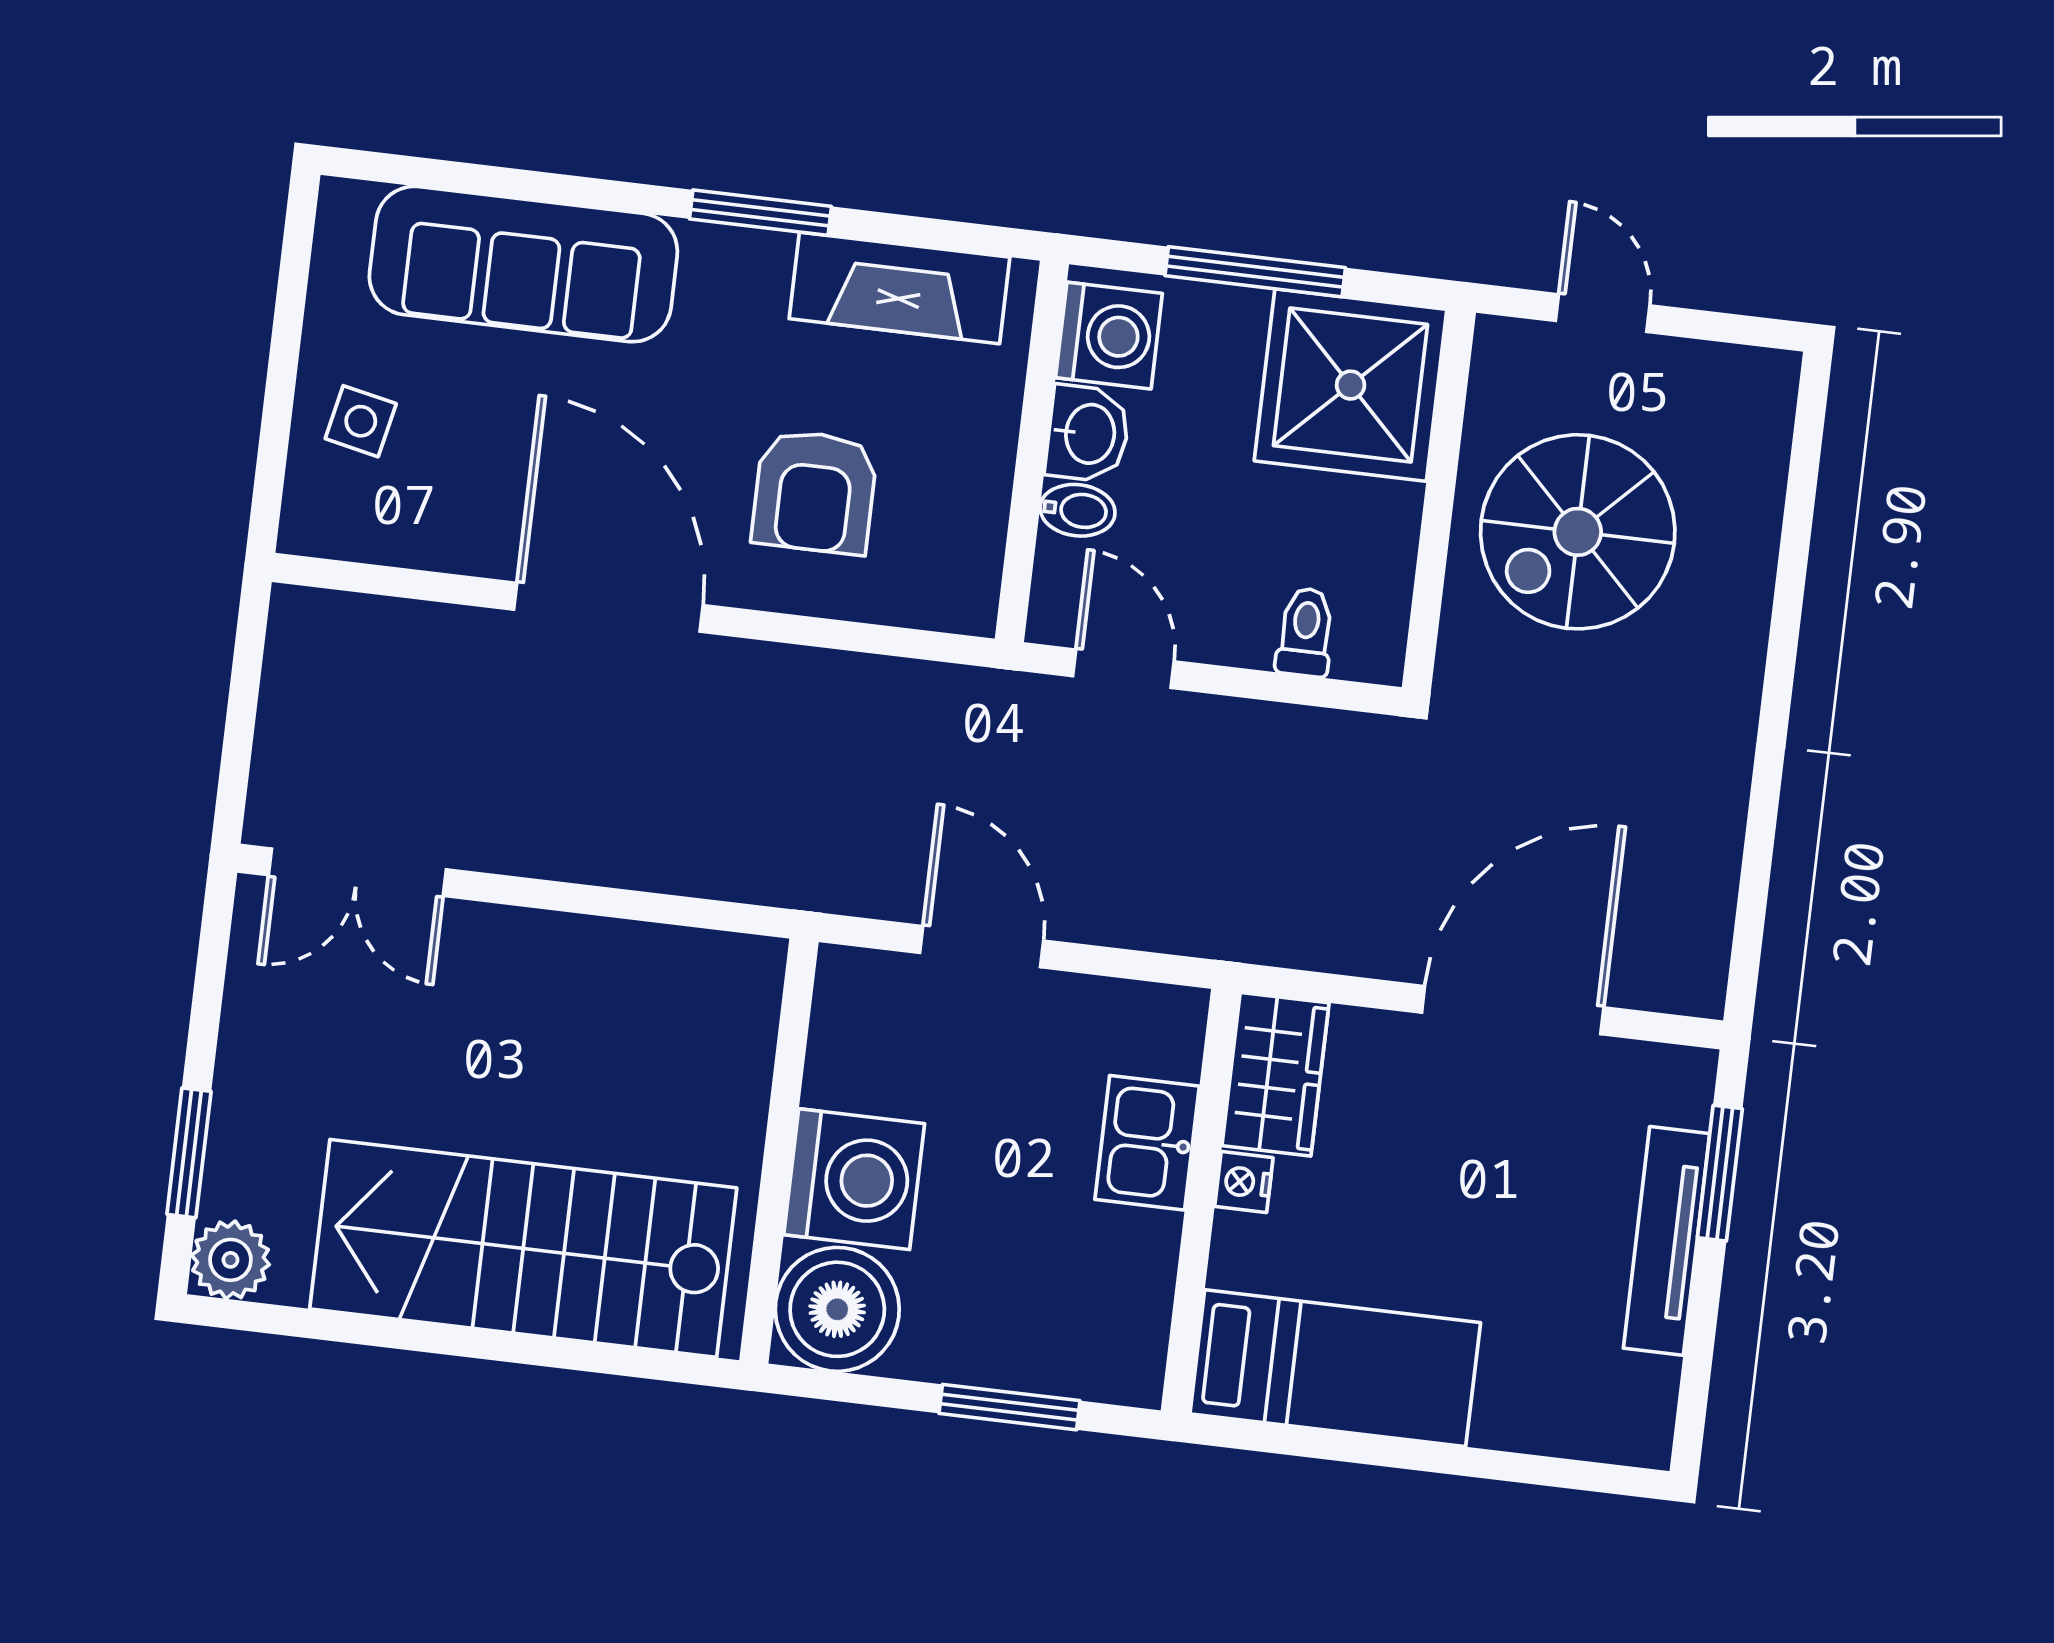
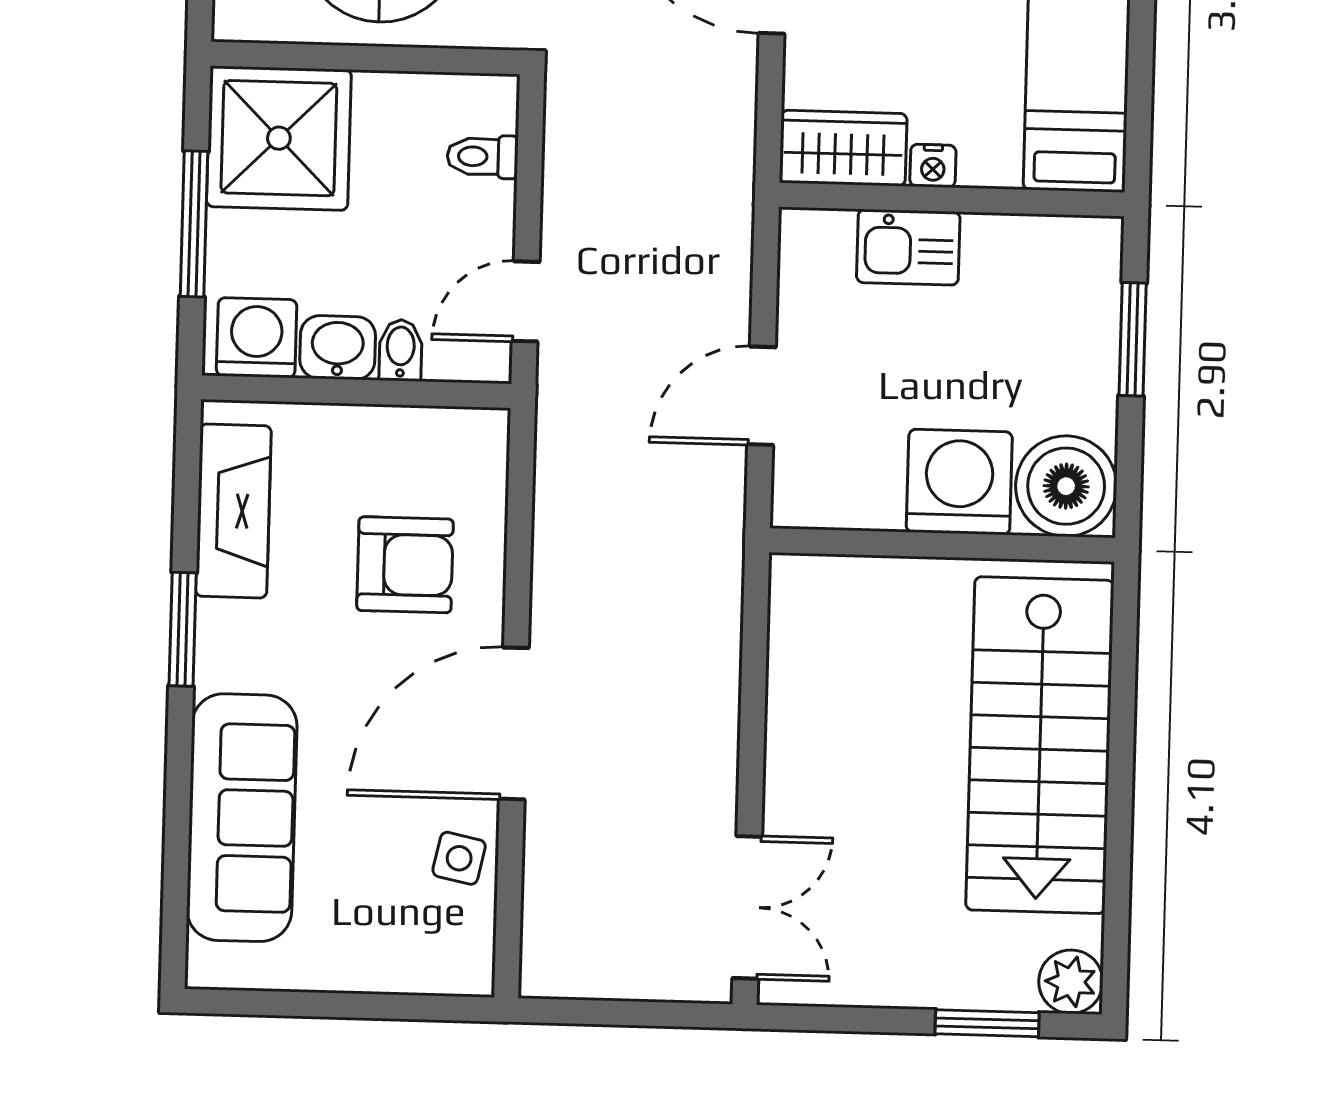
side table: (361, 421) -> (459, 858), moved

